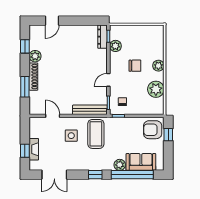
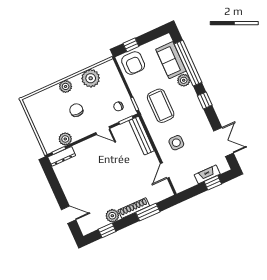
coffee table: (96, 134) -> (161, 106), moved, turned 90

